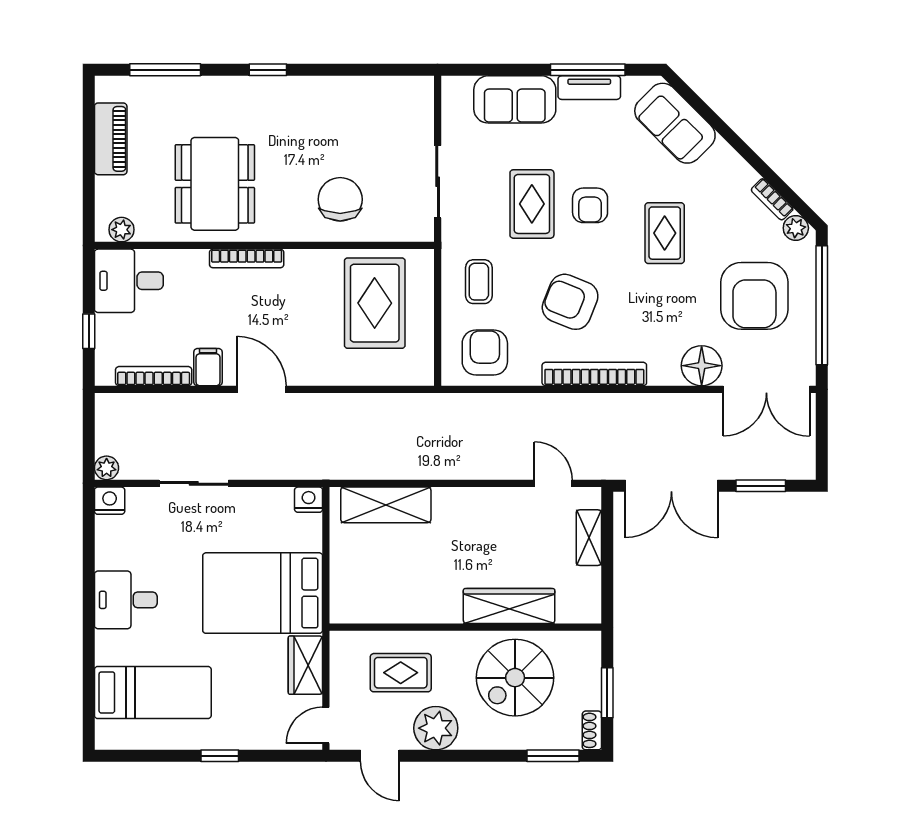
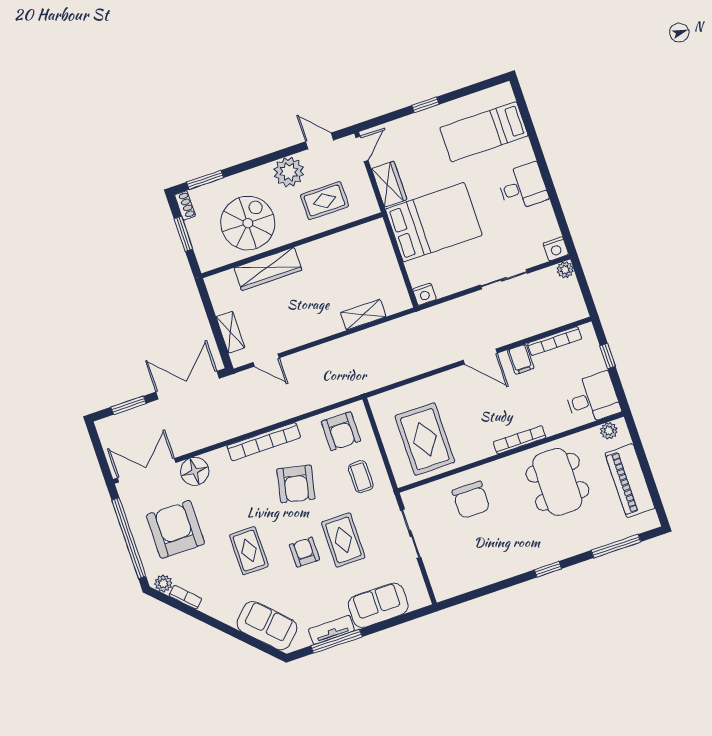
piano: (111, 139) -> (630, 481), width x1.37, depth x1.33
armchair: (570, 302) -> (296, 484), turned 80
shelving: (386, 505) -> (363, 315), width x0.67, depth x0.75

